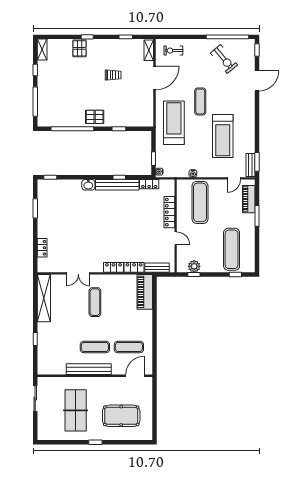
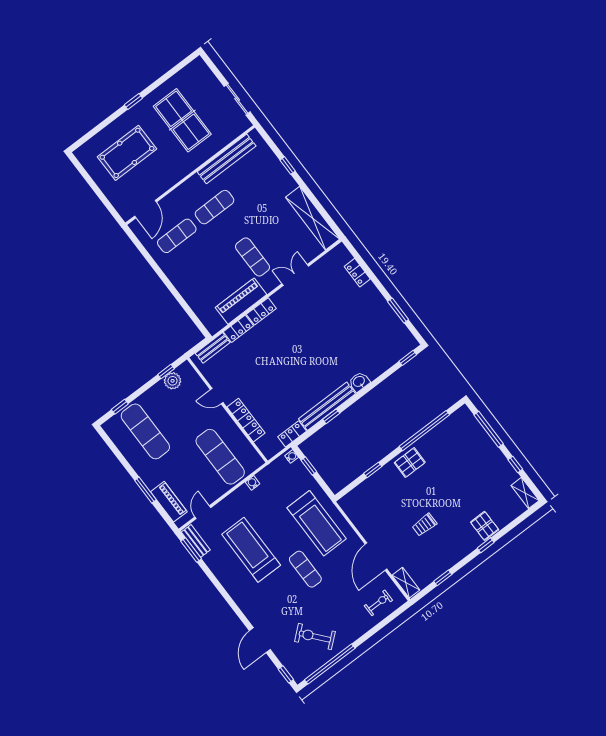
piano: (145, 292) -> (241, 301), moved, turned -90
bench: (89, 369) -> (227, 159), moved

